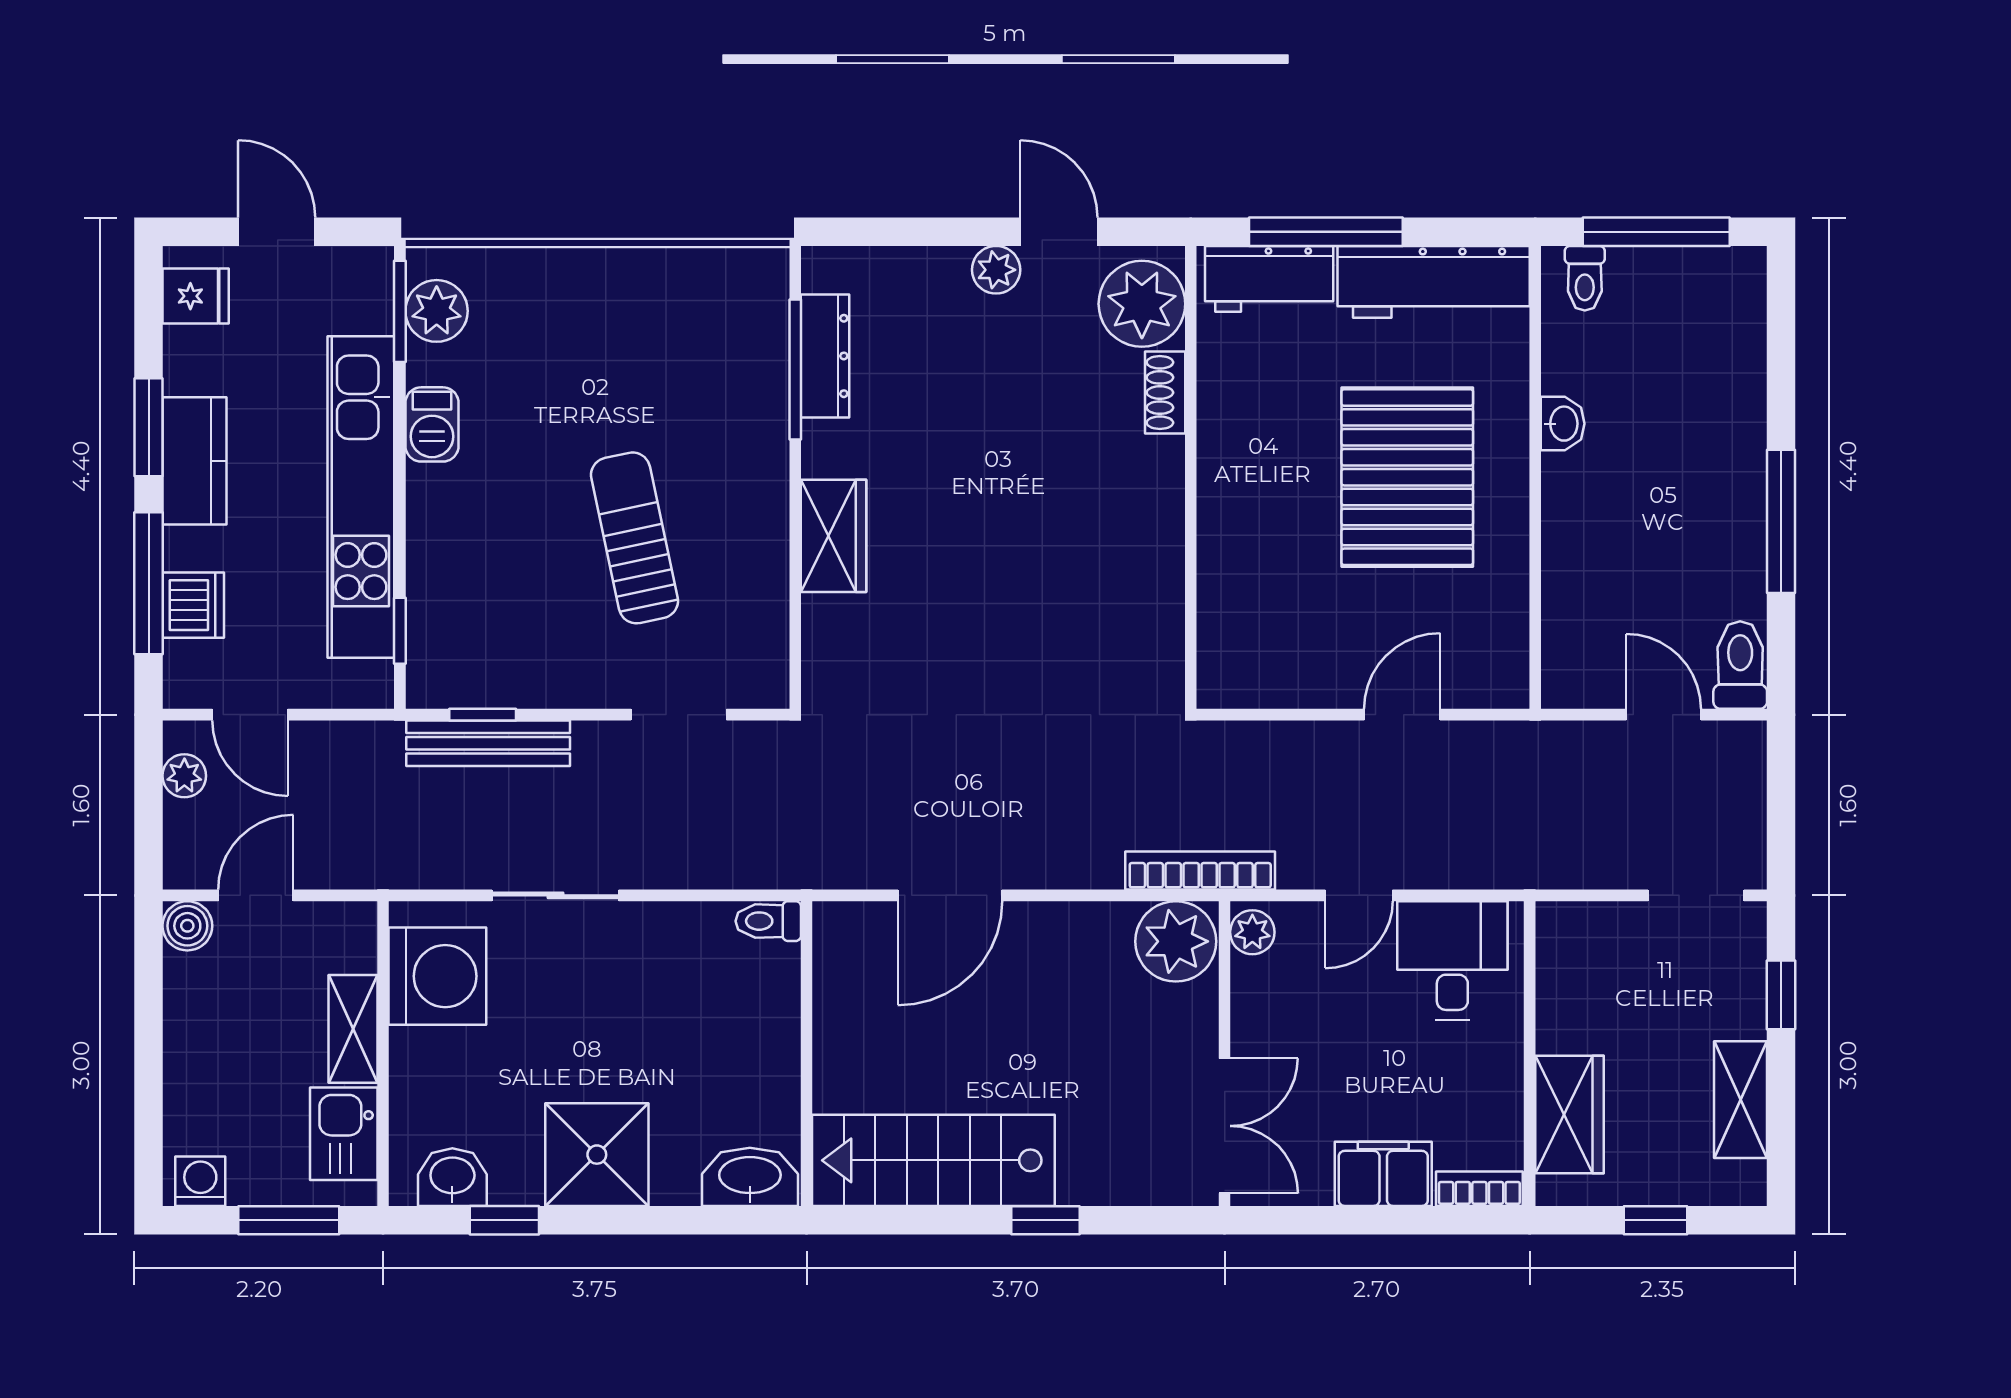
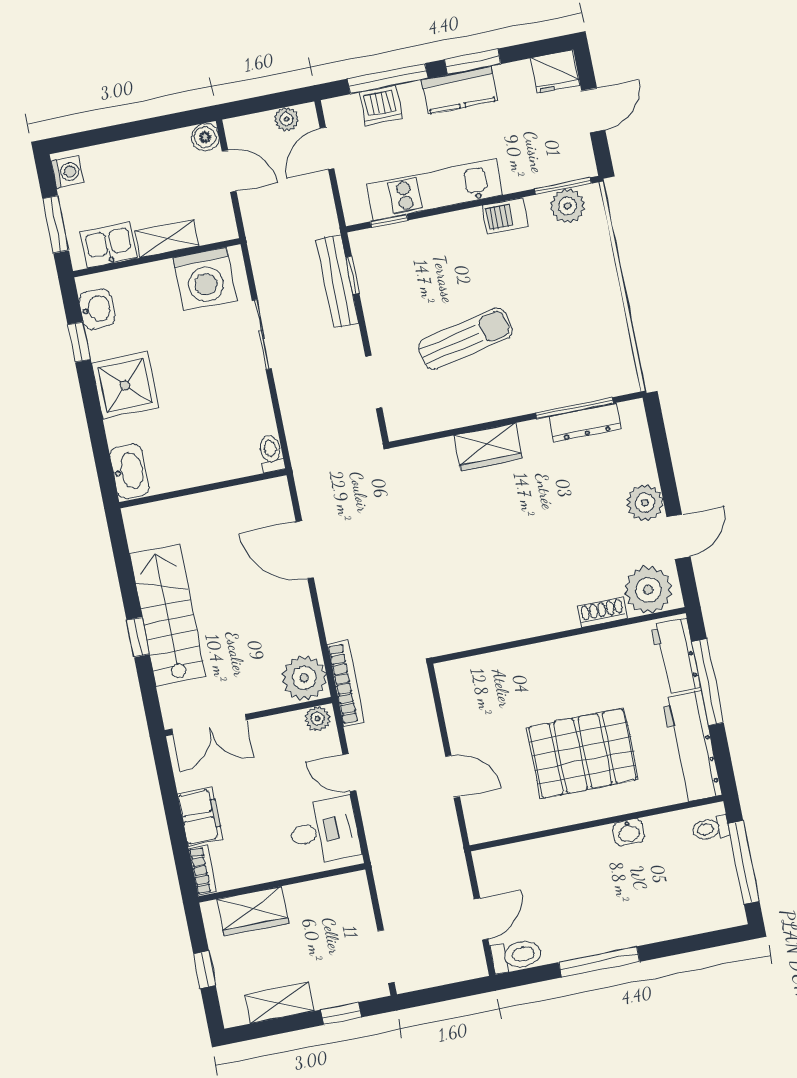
plant: (996, 270) -> (645, 503), width x1.38, depth x1.38
fridge: (196, 296) -> (555, 72), width x1.38
kitchen unit: (361, 497) -> (434, 190), width x0.73
stairs: (933, 1160) -> (168, 615), moved

